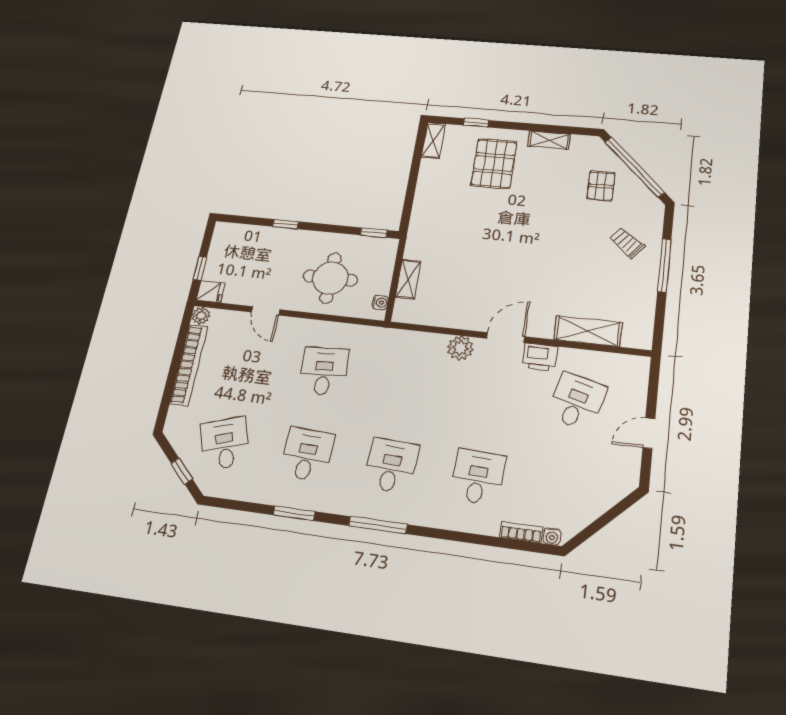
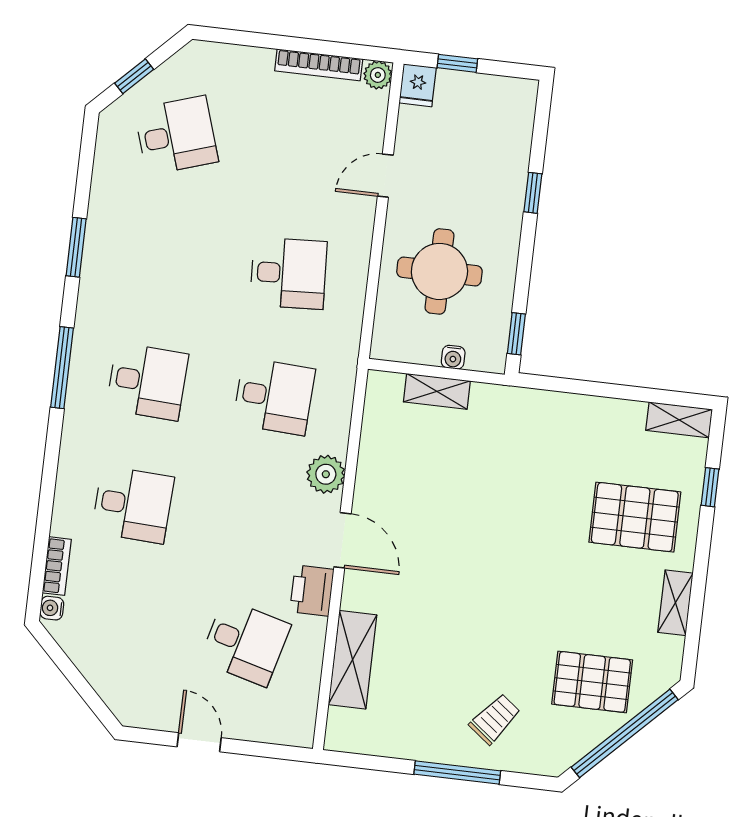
pallet: (601, 186) -> (592, 682), width x1.50, depth x1.42
water cooler: (380, 302) -> (453, 357), moved
bookcase: (189, 365) -> (319, 65), width x0.68, depth x0.76
desk: (307, 454) -> (274, 396), moved

